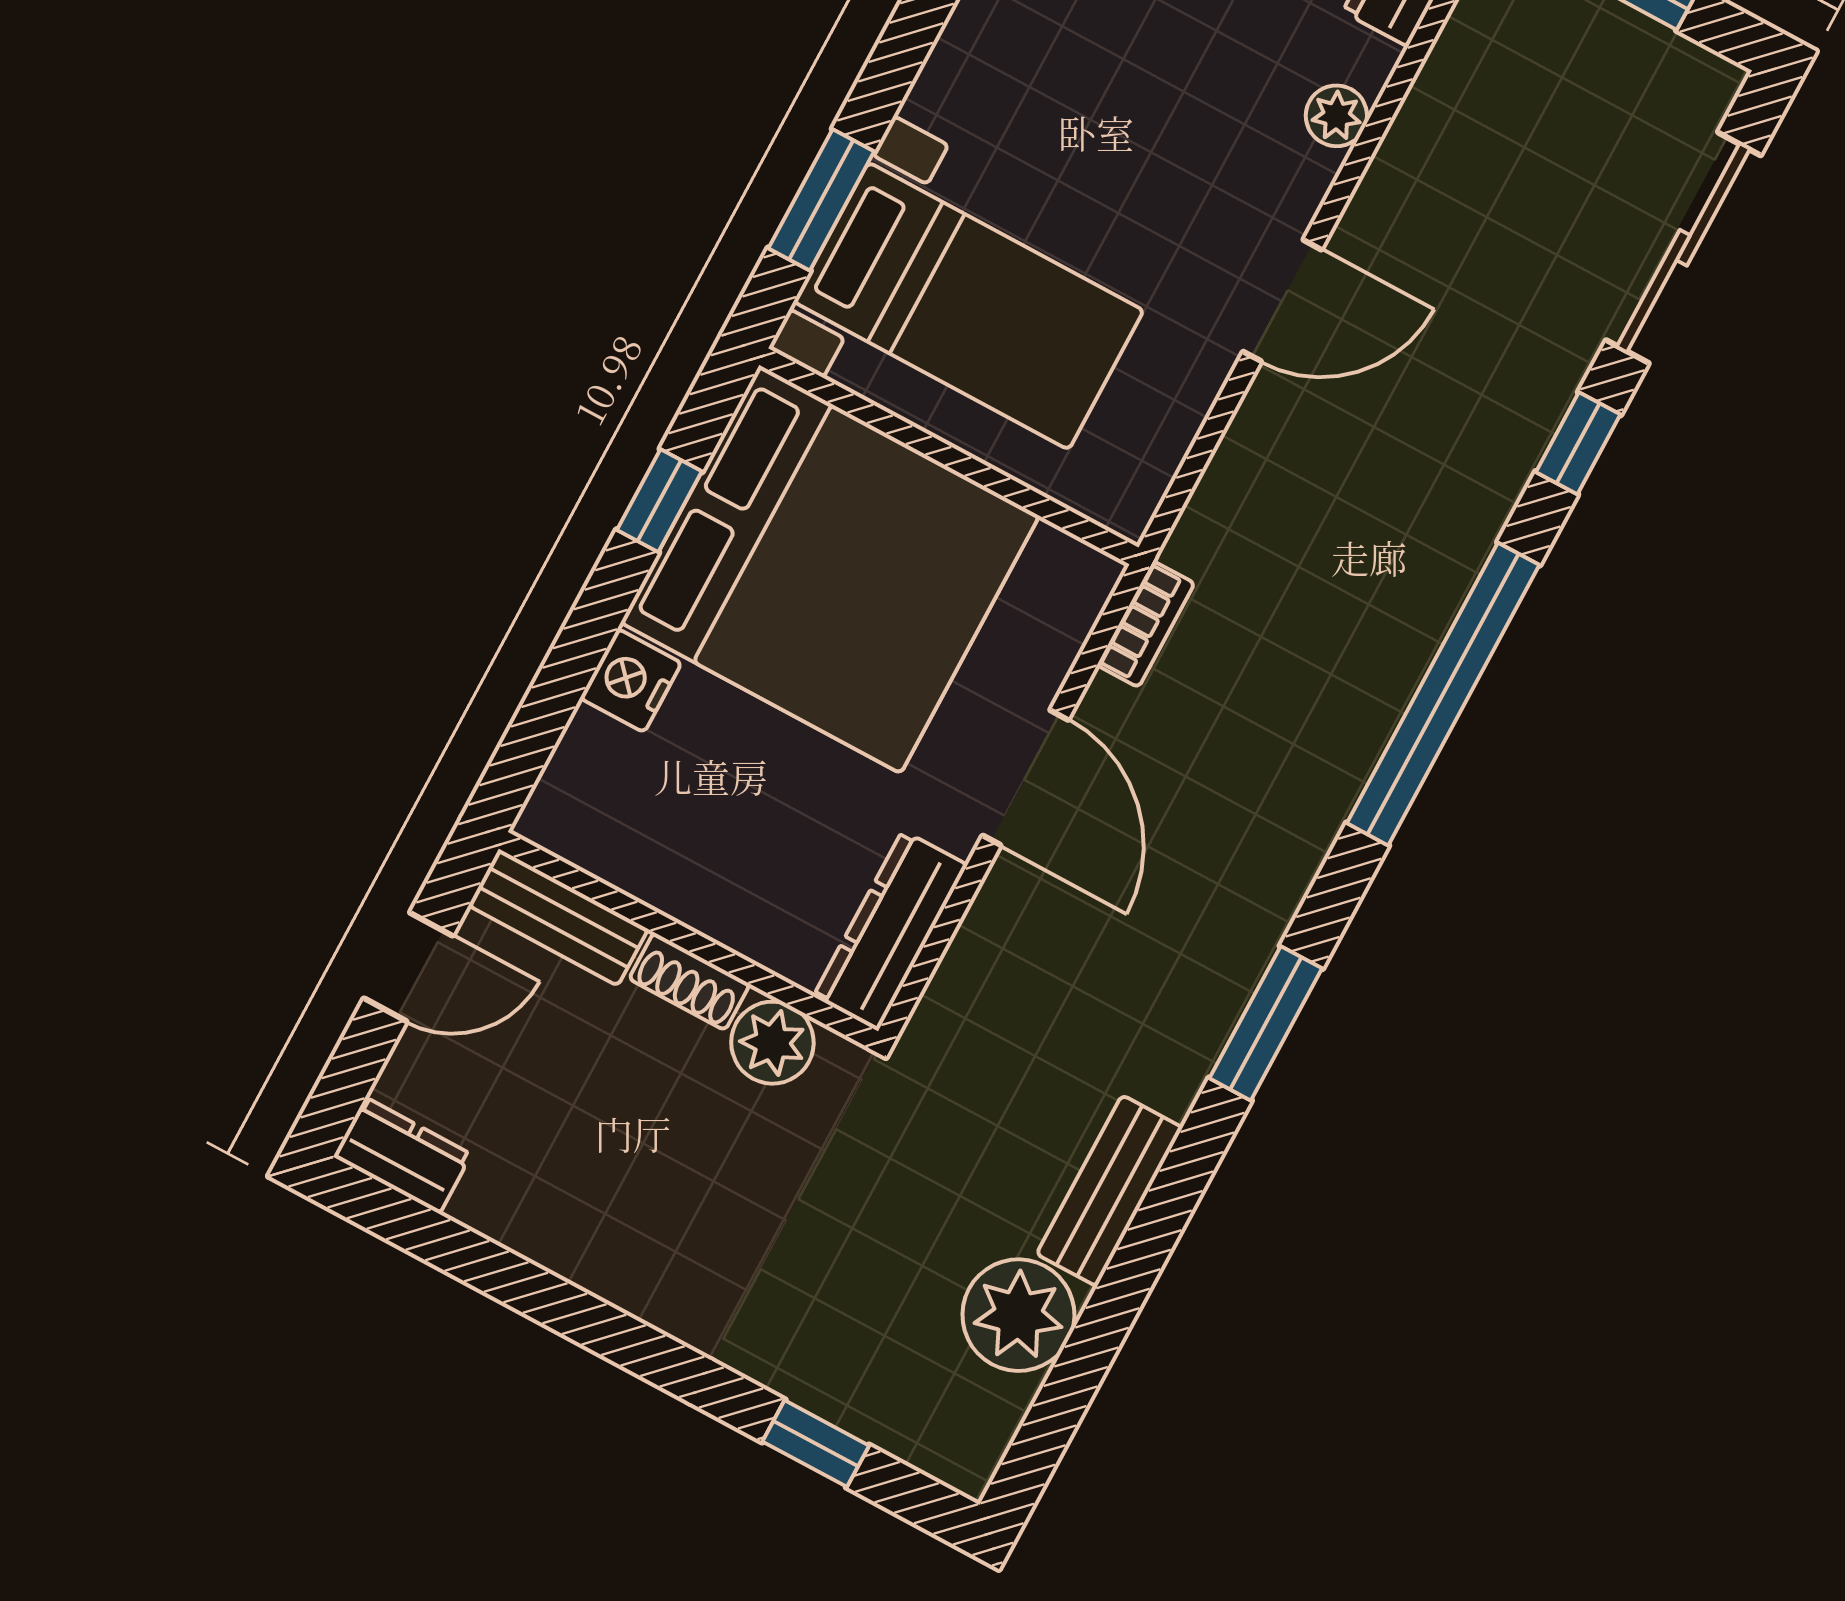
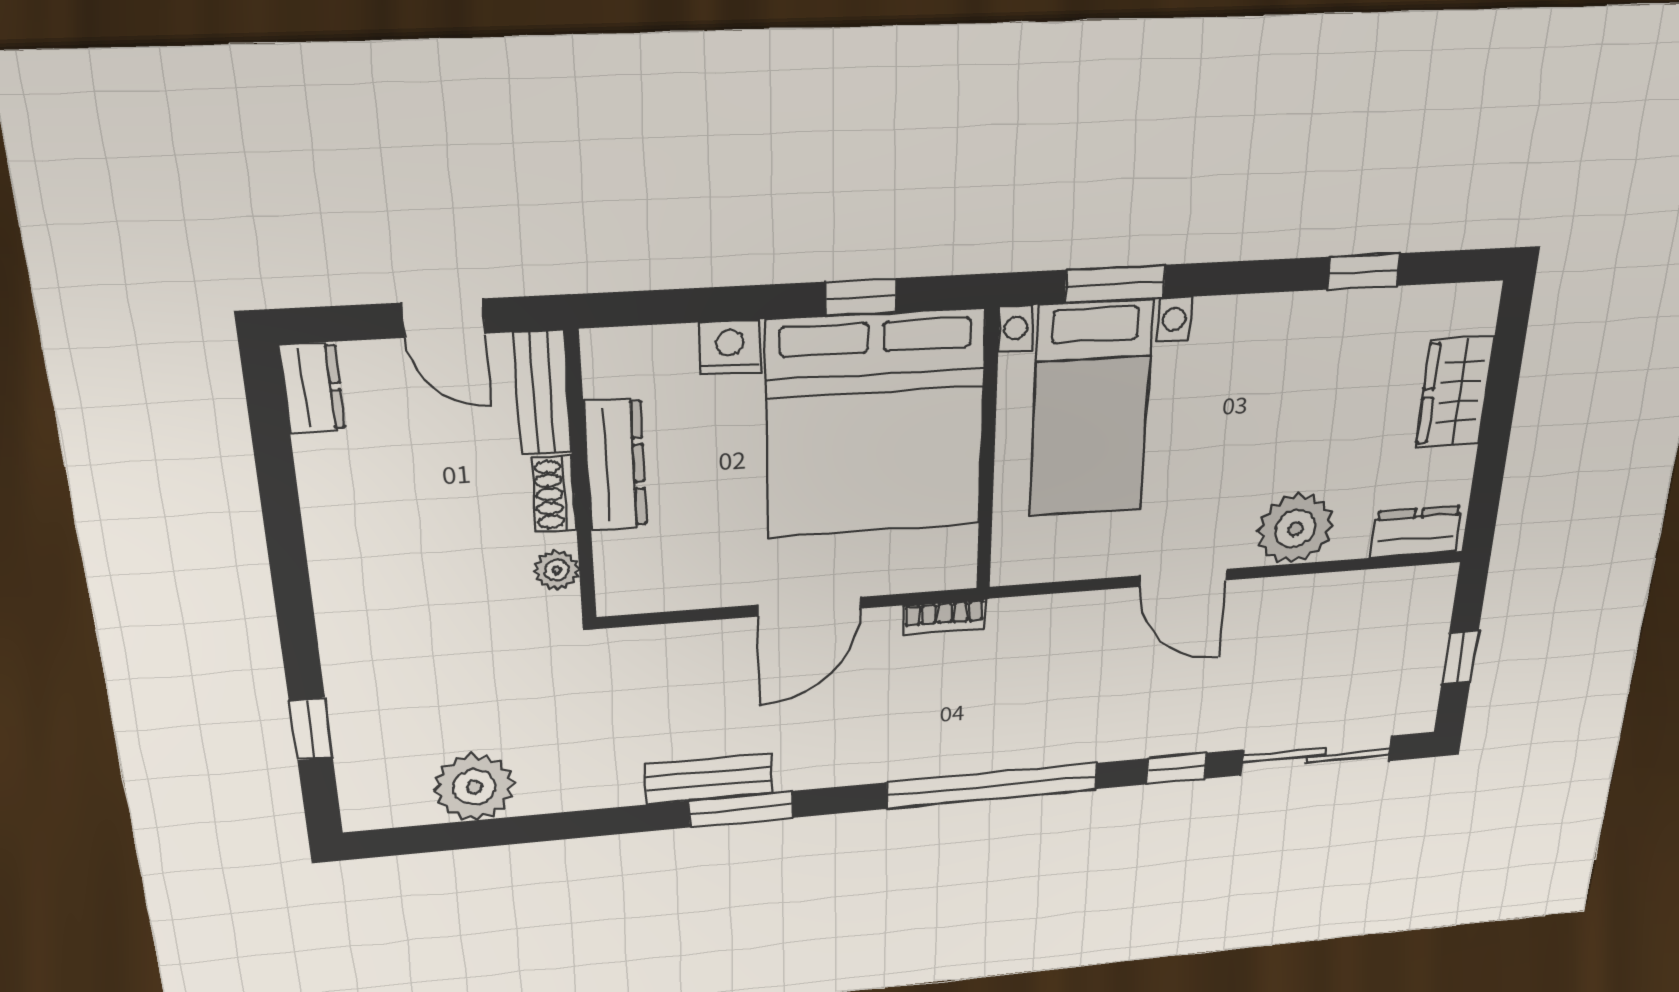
plant: (1336, 116) -> (1295, 529), width x1.88, depth x1.88
dresser: (890, 931) -> (615, 465), moved, turned 90
plant: (772, 1043) -> (557, 570), width x0.73, depth x0.73
bench: (1110, 1191) -> (709, 779), moved

